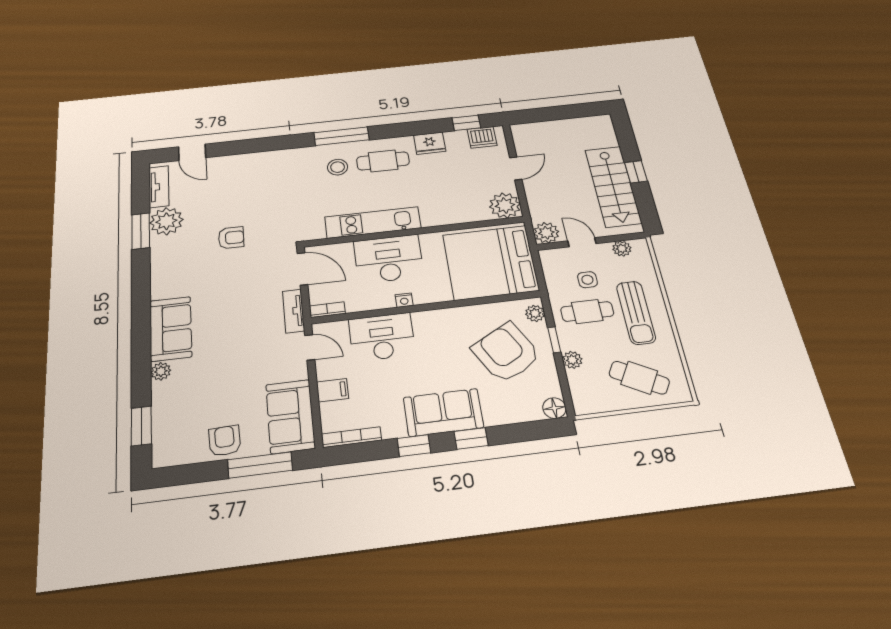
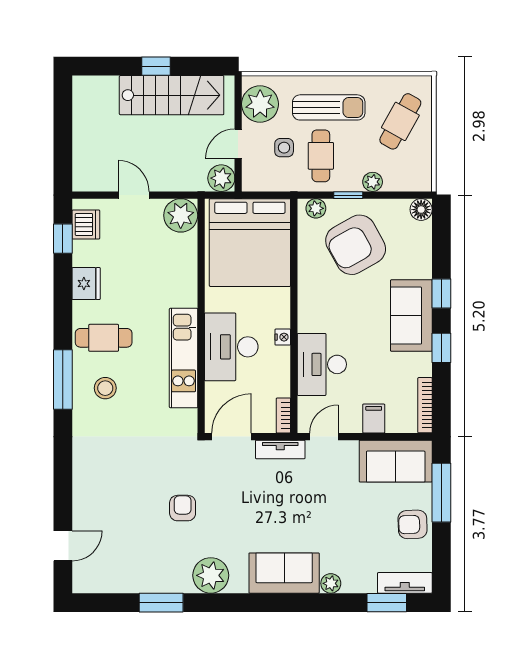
cafe table: (383, 161) -> (104, 338), turned 90
tv unit: (159, 187) -> (405, 583), moved
plant: (166, 221) -> (211, 575), moved
plant: (622, 249) -> (260, 104), width x1.87, depth x1.87

